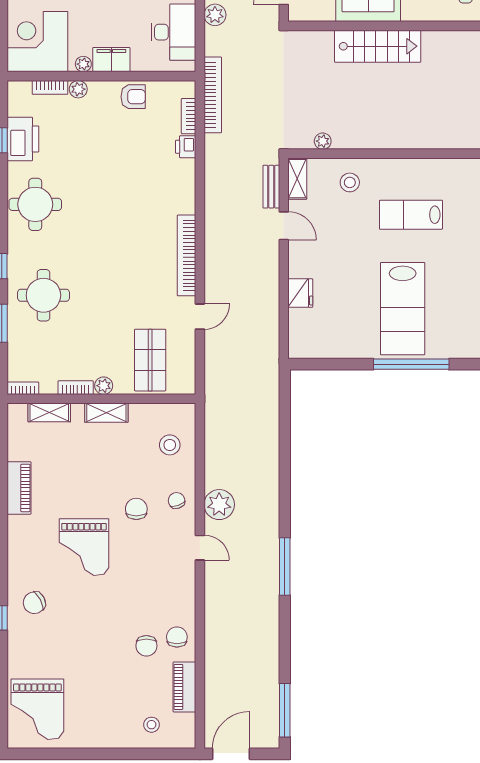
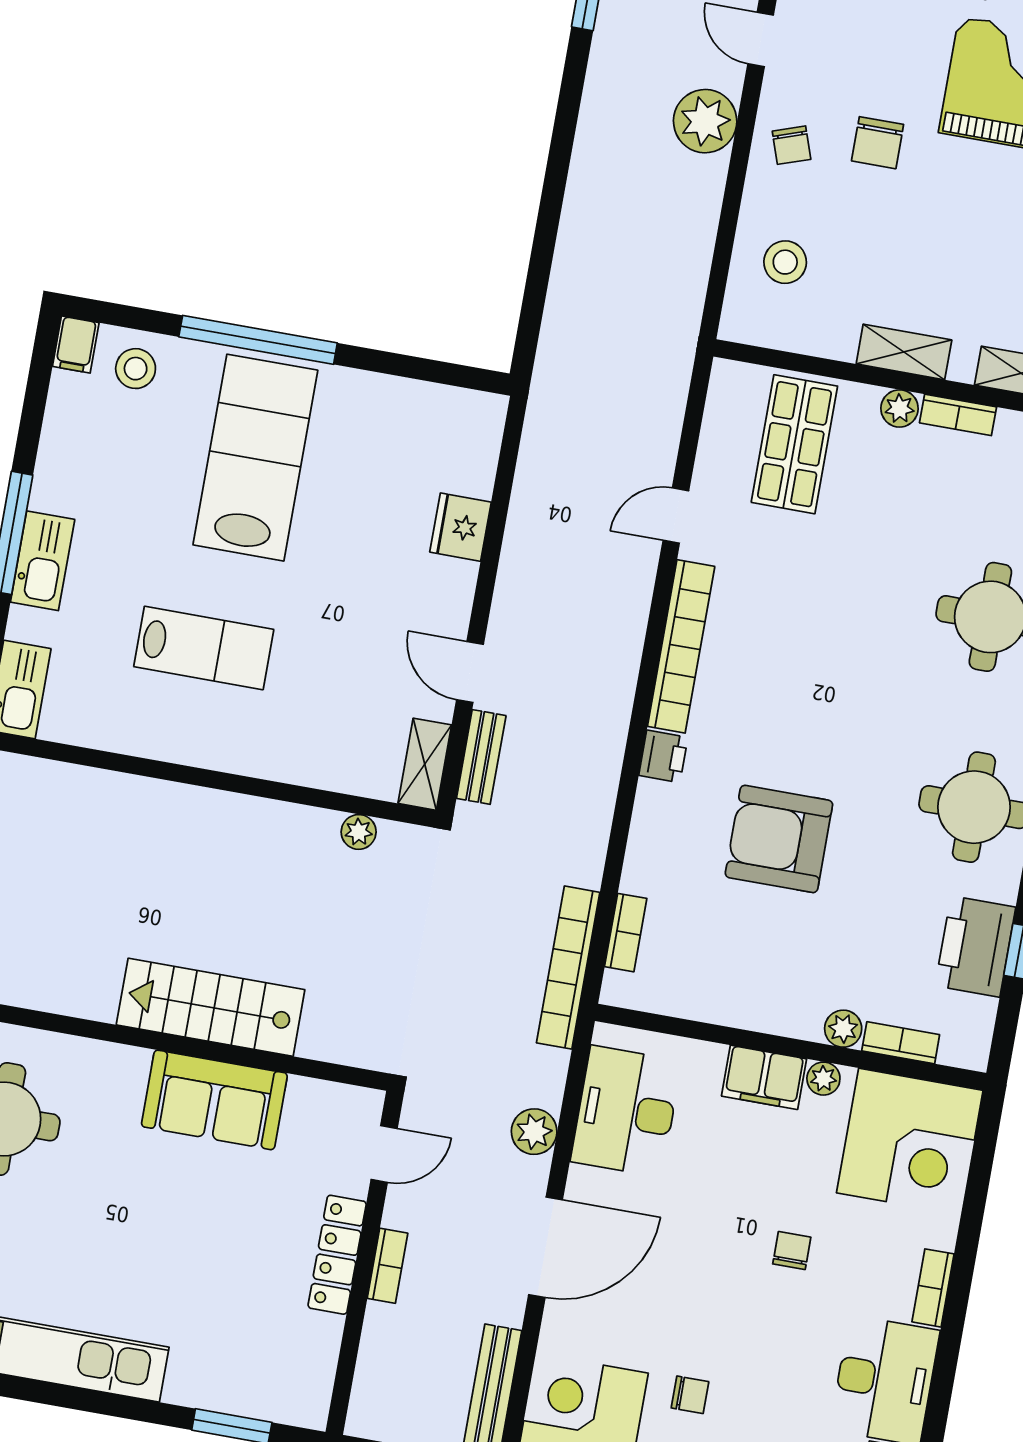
armchair: (133, 97) -> (779, 839), moved, width x1.88, depth x1.88
printer: (186, 147) -> (663, 756), moved
stool: (350, 182) -> (136, 369), moved

